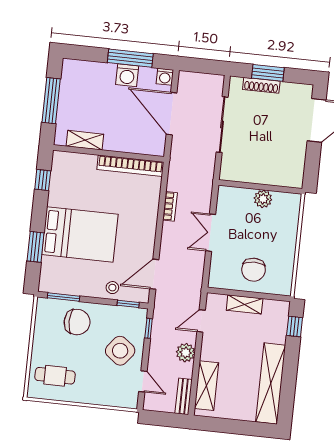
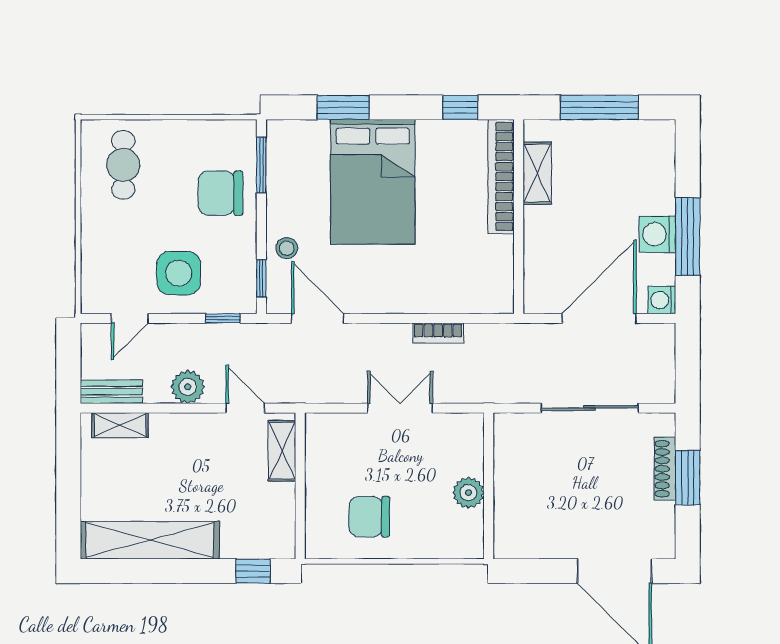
bookcase: (130, 166) -> (501, 177), moved
chair: (254, 270) -> (369, 517), moved
shelving: (245, 304) -> (282, 451), moved
chair: (77, 322) -> (220, 193), turned 90
side table: (120, 351) -> (179, 273), turned -38
shelving: (207, 386) -> (120, 425), width x0.67, depth x0.75

